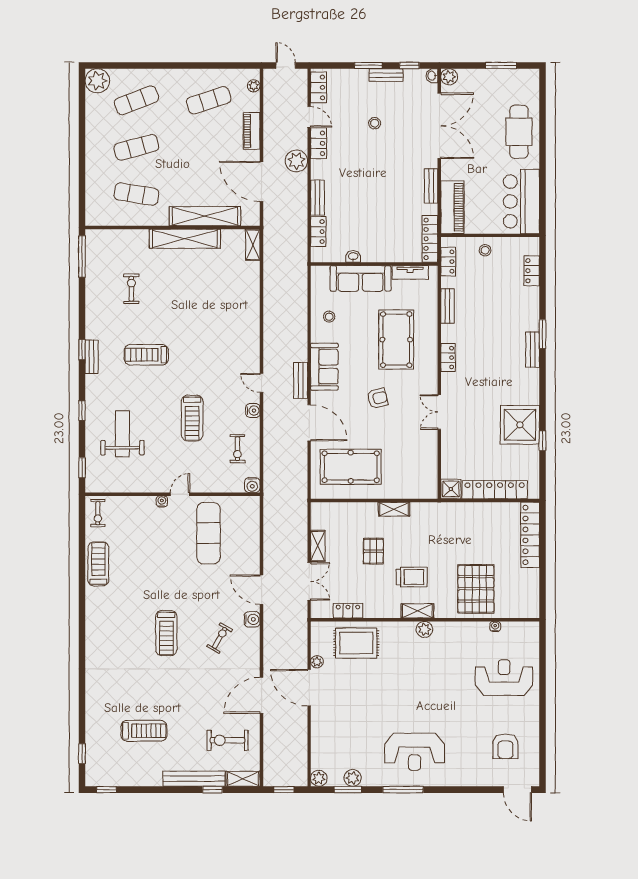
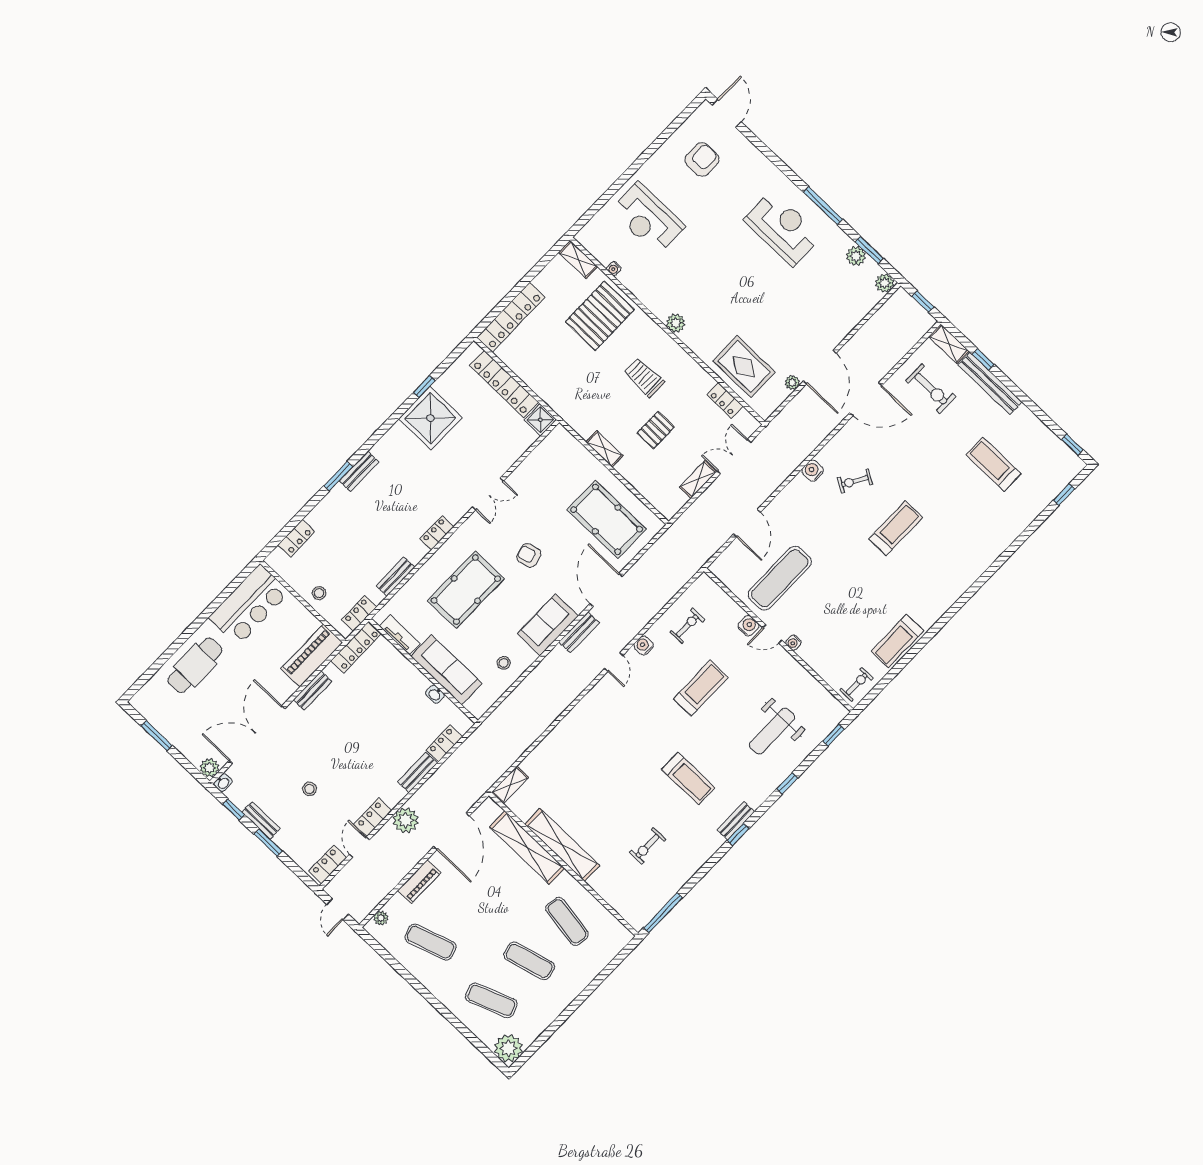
water cooler: (252, 485) -> (748, 626), moved
door: (261, 590) -> (747, 523), moved
shelving: (417, 611) -> (578, 260), moved

